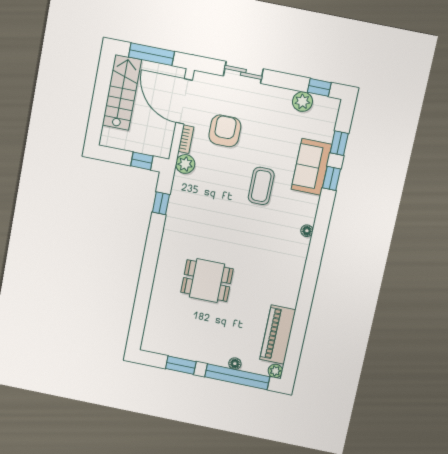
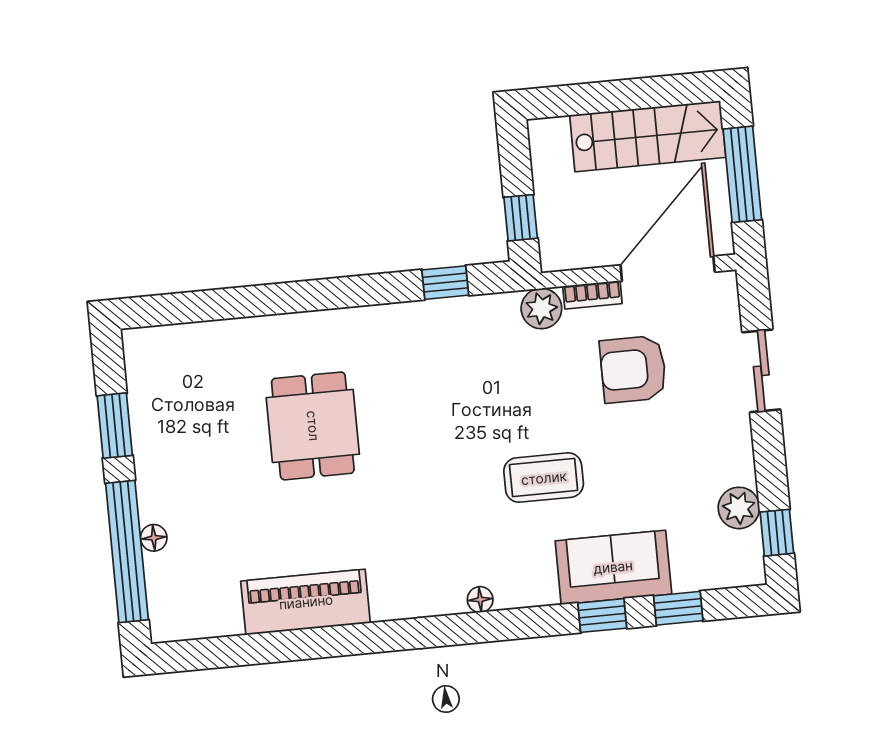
armchair: (225, 131) -> (633, 369), turned 180
piano: (278, 335) -> (306, 602), moved
plant: (275, 371) -> (165, 627), removed

